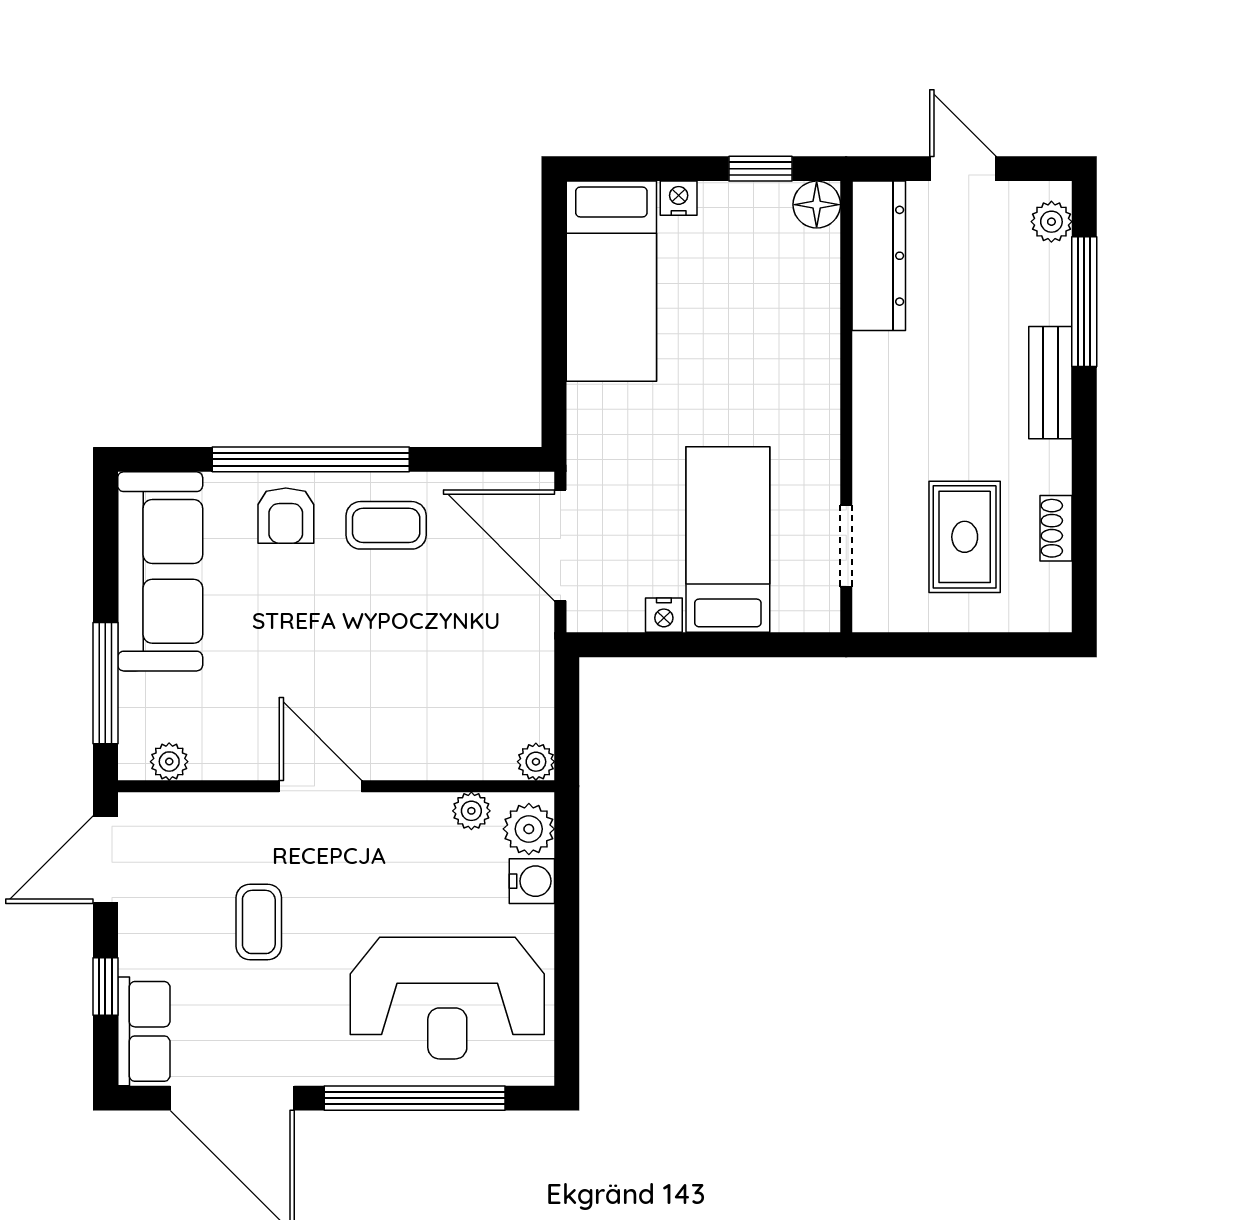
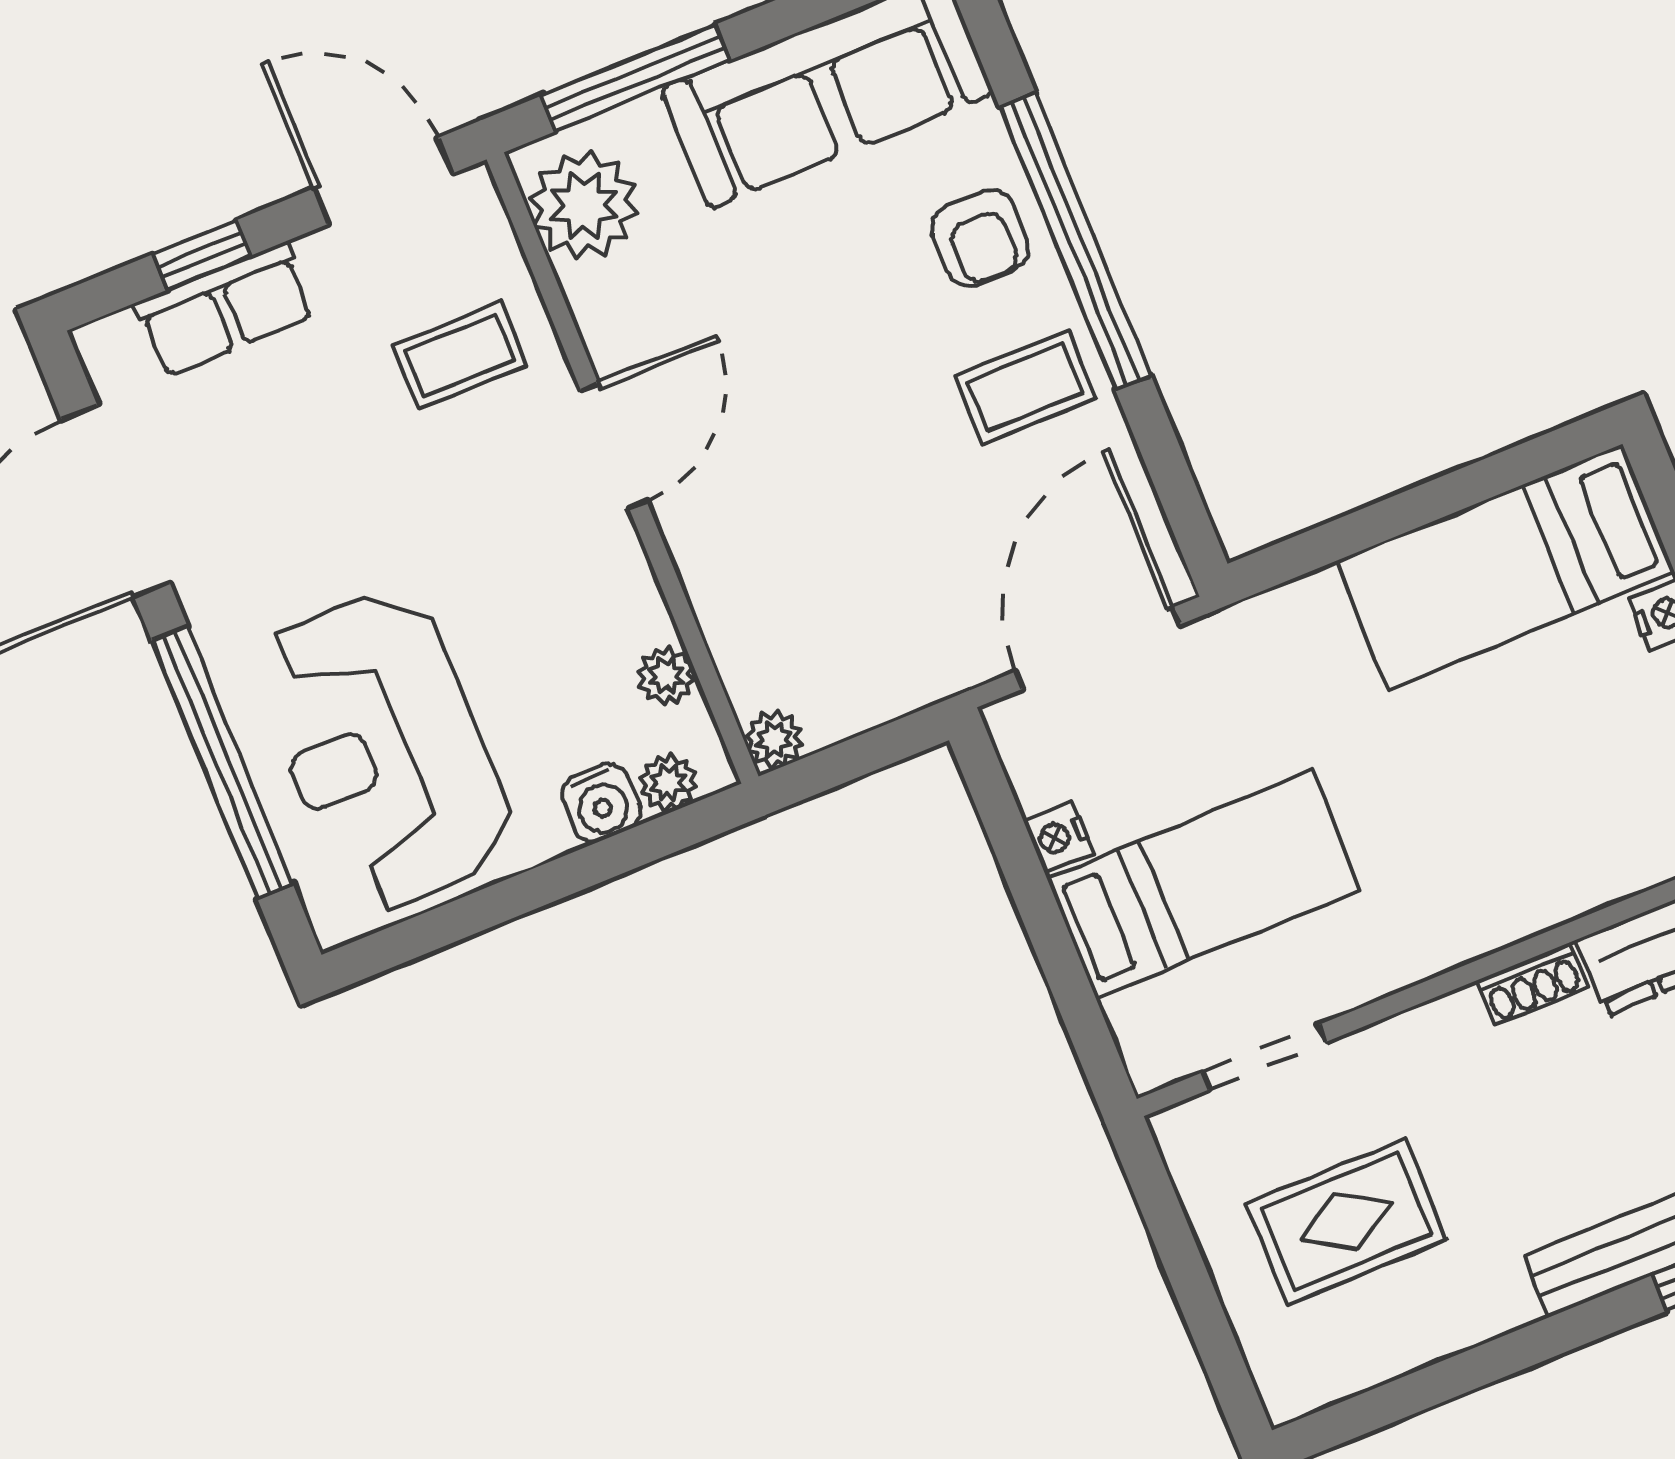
armchair: (286, 516) -> (980, 238), turned -90
coffee table: (386, 525) -> (1025, 387), turned 90
shoe rack: (1056, 528) -> (1532, 984), moved, turned 180
plant: (169, 762) -> (584, 205), width x1.88, depth x1.88
plant: (529, 829) -> (668, 783), width x0.73, depth x0.73
coffee table: (259, 922) -> (460, 355), moved
row of seats: (144, 1031) -> (225, 309), moved

